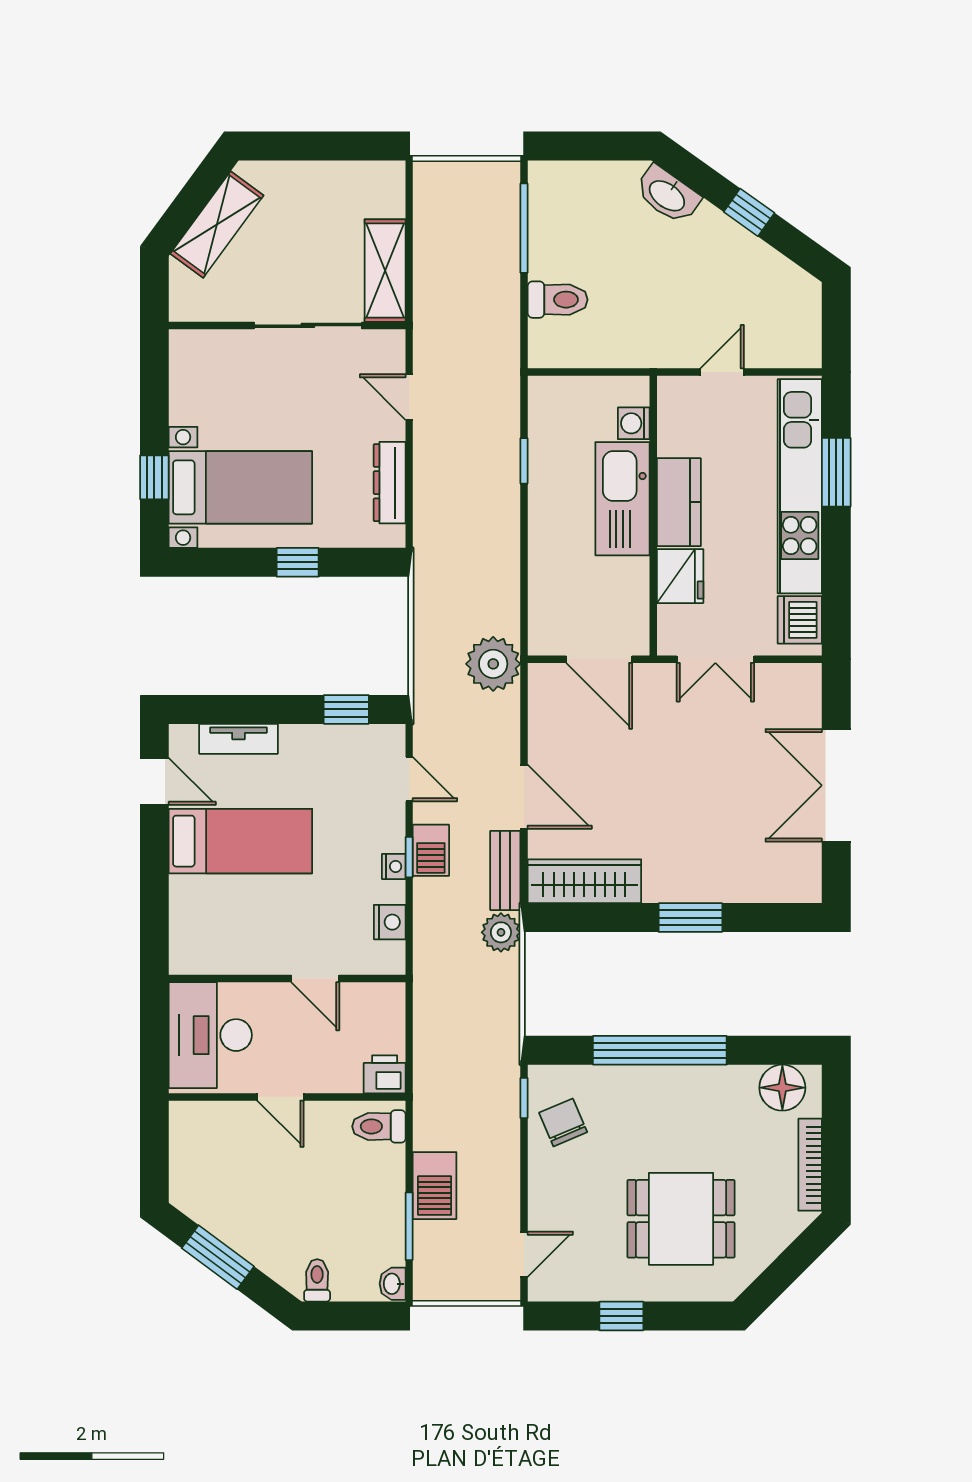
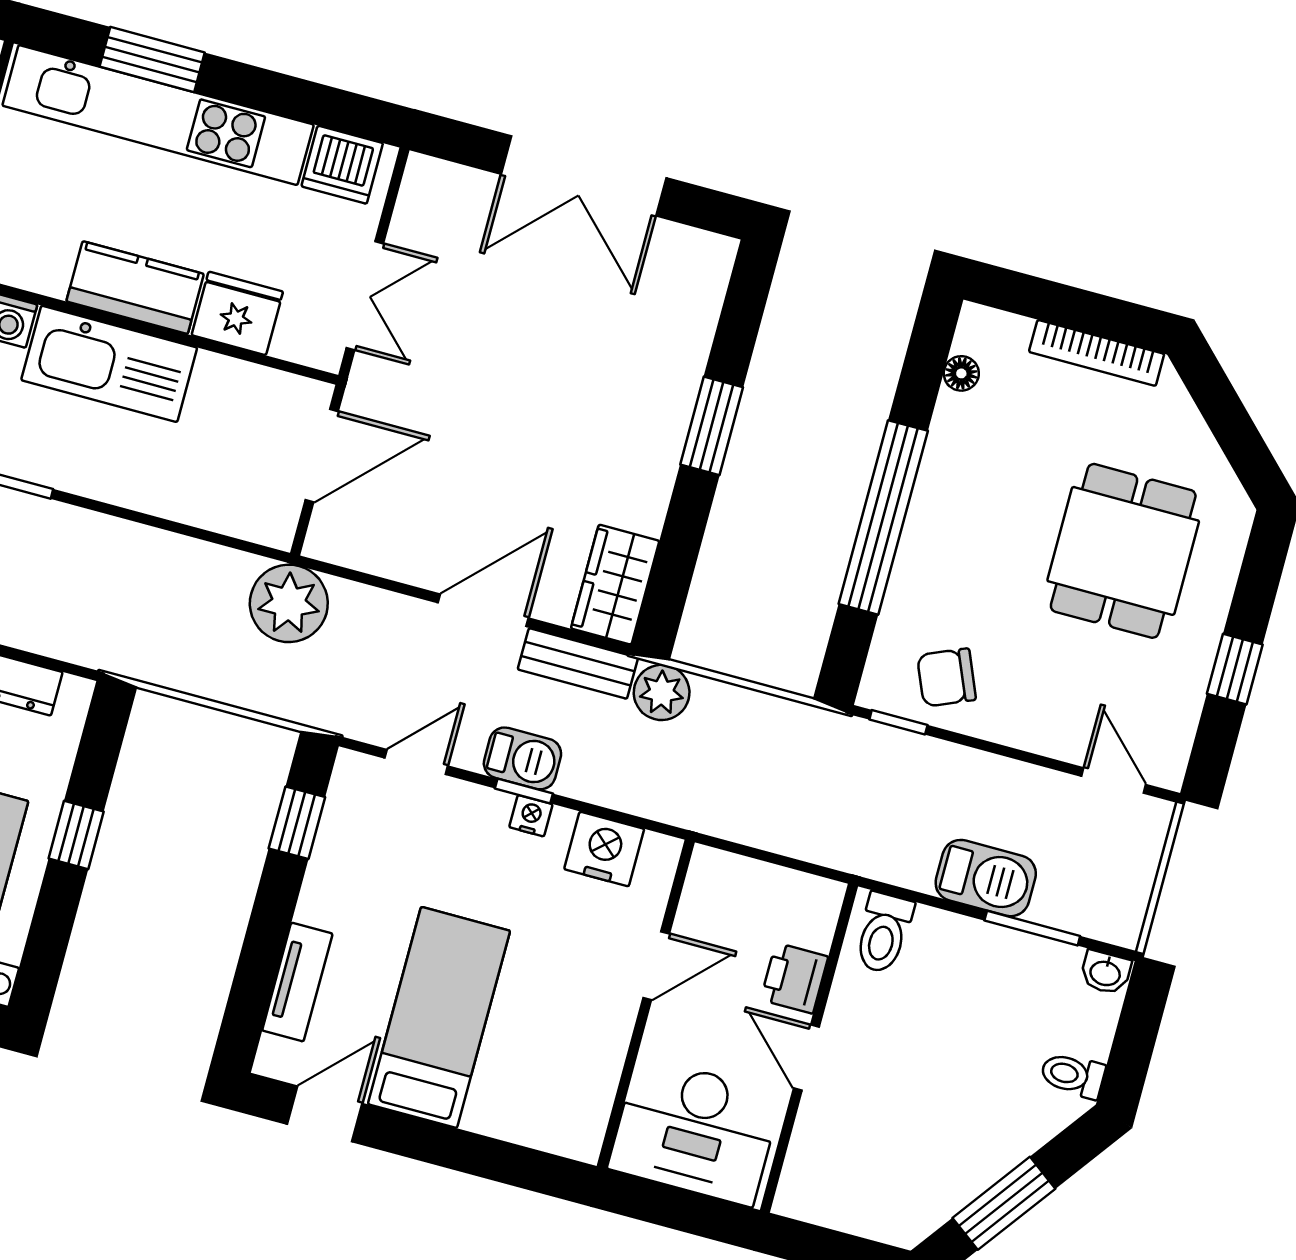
wardrobe: (584, 881) -> (615, 585), width x0.67
nightstand: (390, 922) -> (604, 849), width x1.36, depth x1.33
printer: (385, 1074) -> (794, 978), moved
floor lamp: (782, 1088) -> (961, 373), width x0.53, depth x0.53
door: (280, 1097) -> (806, 1058), swing flipped

